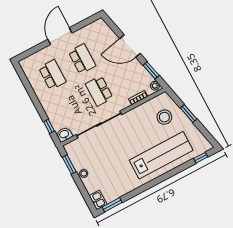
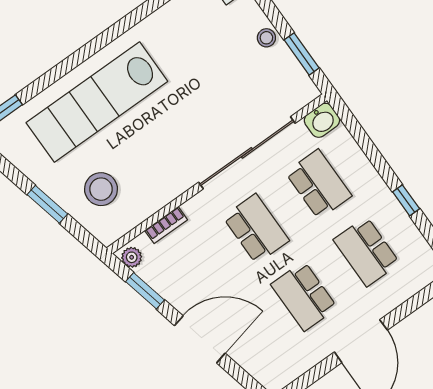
school desk: (69, 107) -> (319, 184), added
window: (49, 126) -> (406, 200), moved

